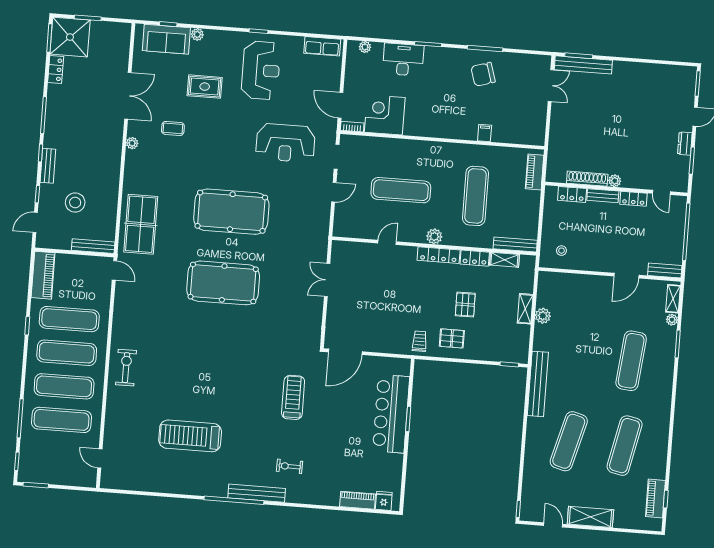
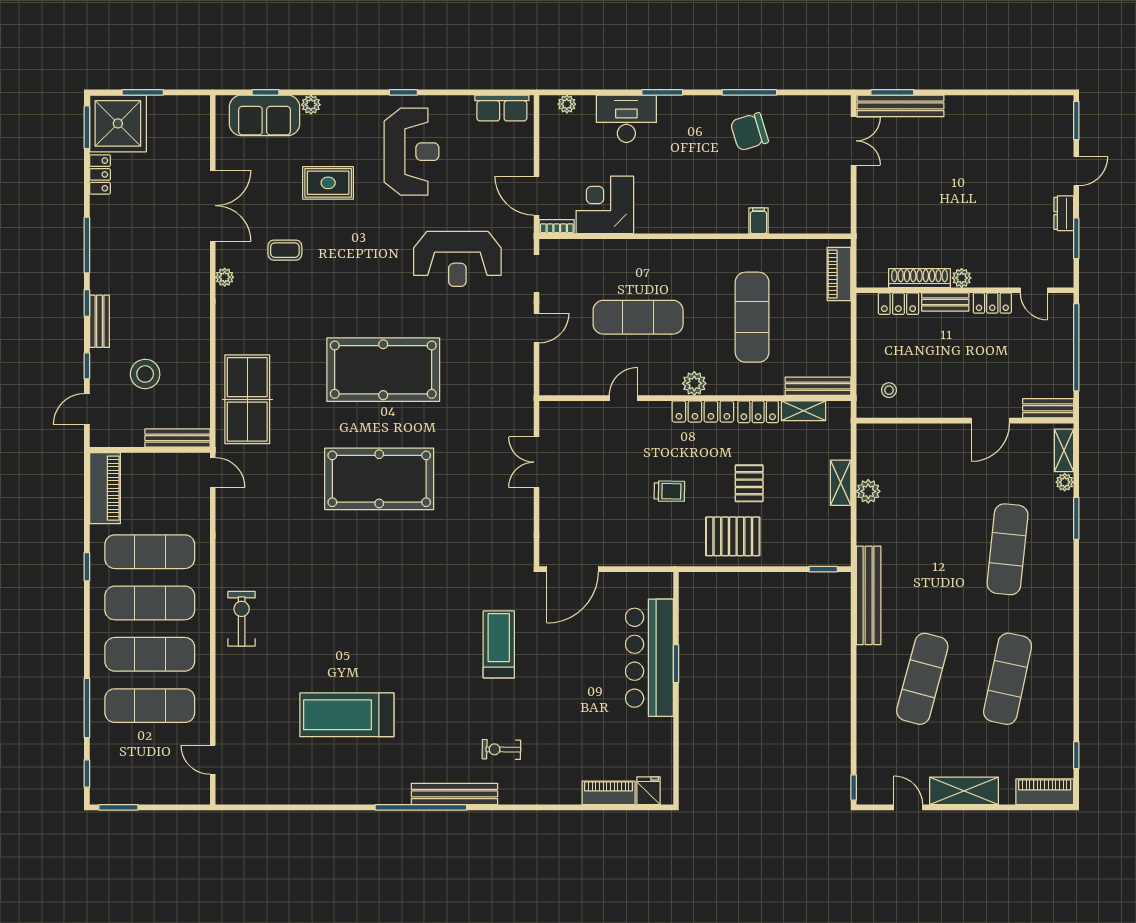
pallet: (452, 338) -> (733, 536), width x1.50, depth x1.42
trolley: (420, 341) -> (669, 491), moved, turned 91
piano: (655, 498) -> (1045, 792), moved, turned 90

